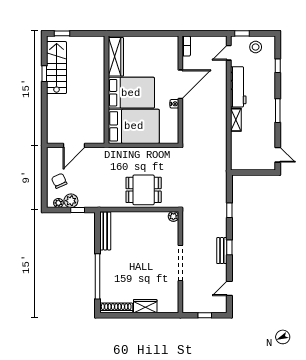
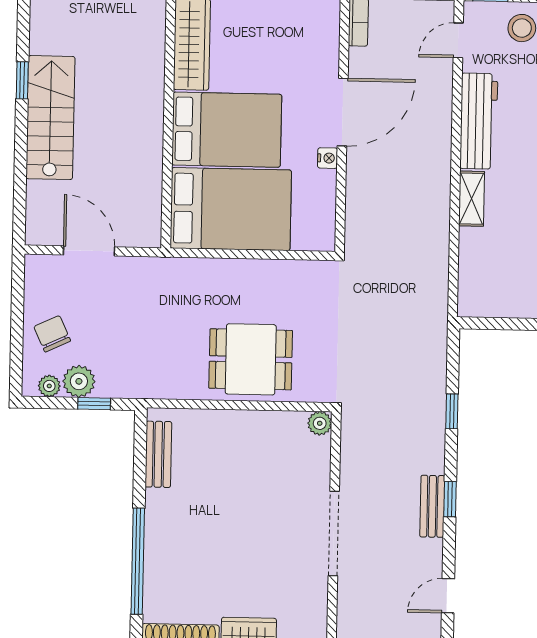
stairs: (57, 68) -> (50, 118), moved
door: (74, 145) -> (89, 251), swing flipped
bench: (105, 231) -> (158, 454), width x0.73

